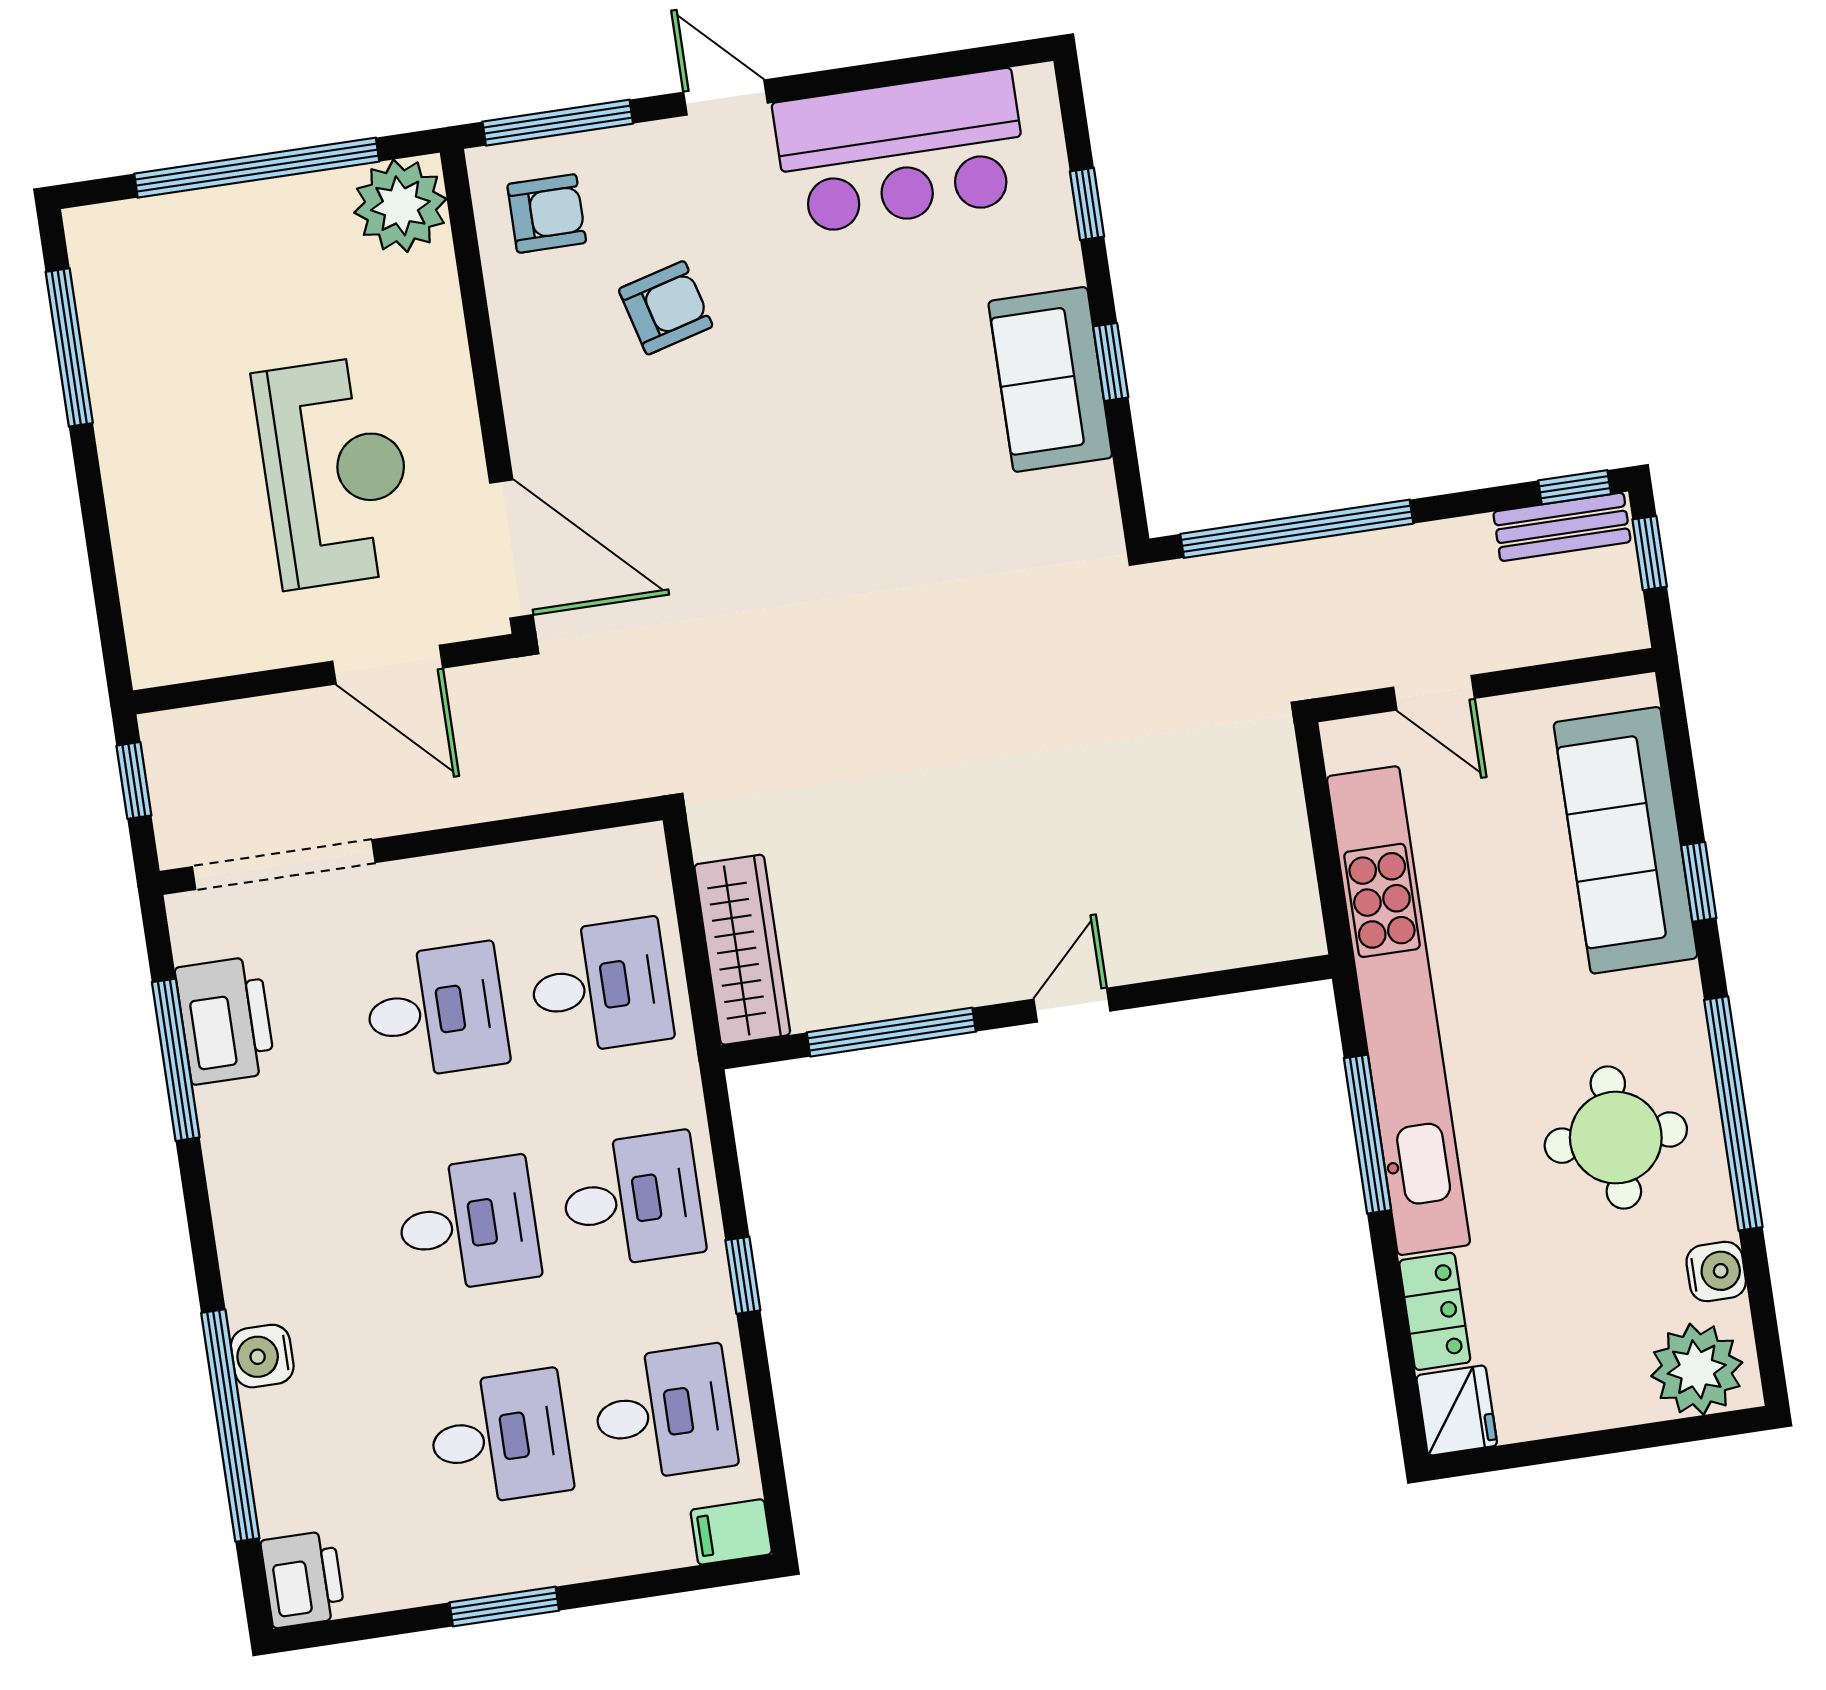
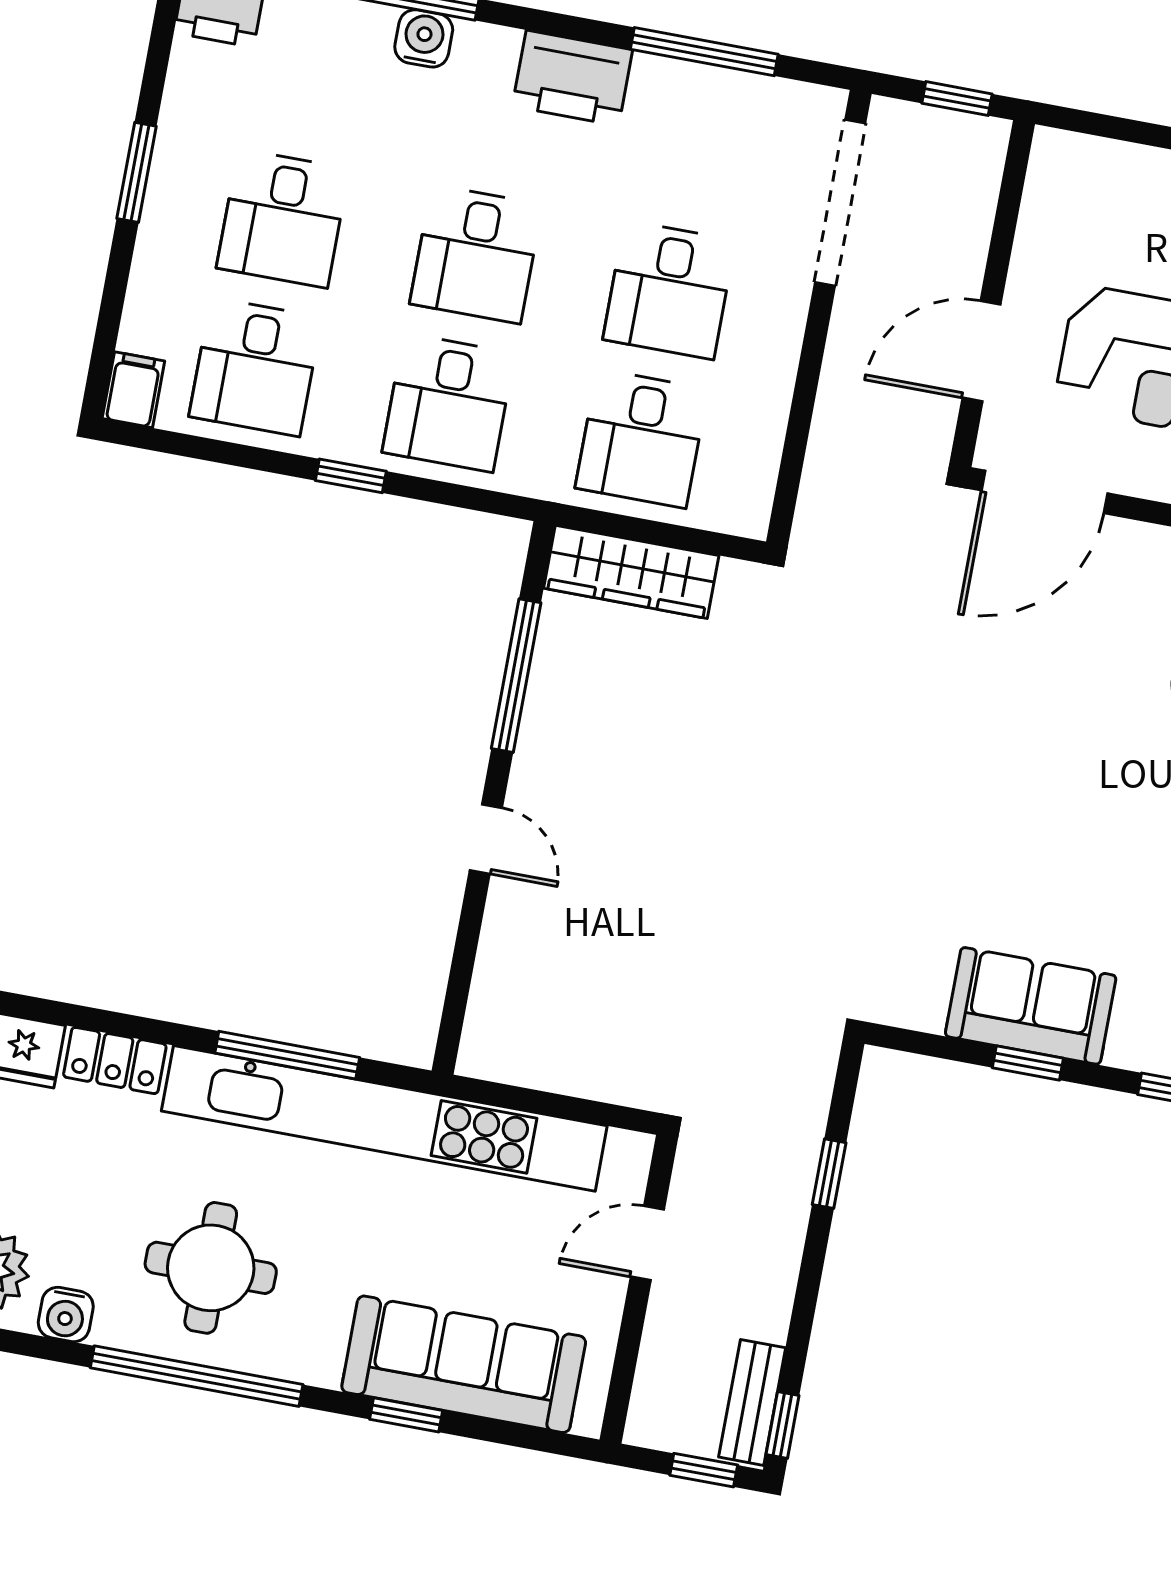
window: (1297, 529) -> (829, 1174), width x0.32
printer: (225, 1020) -> (572, 78), moved

